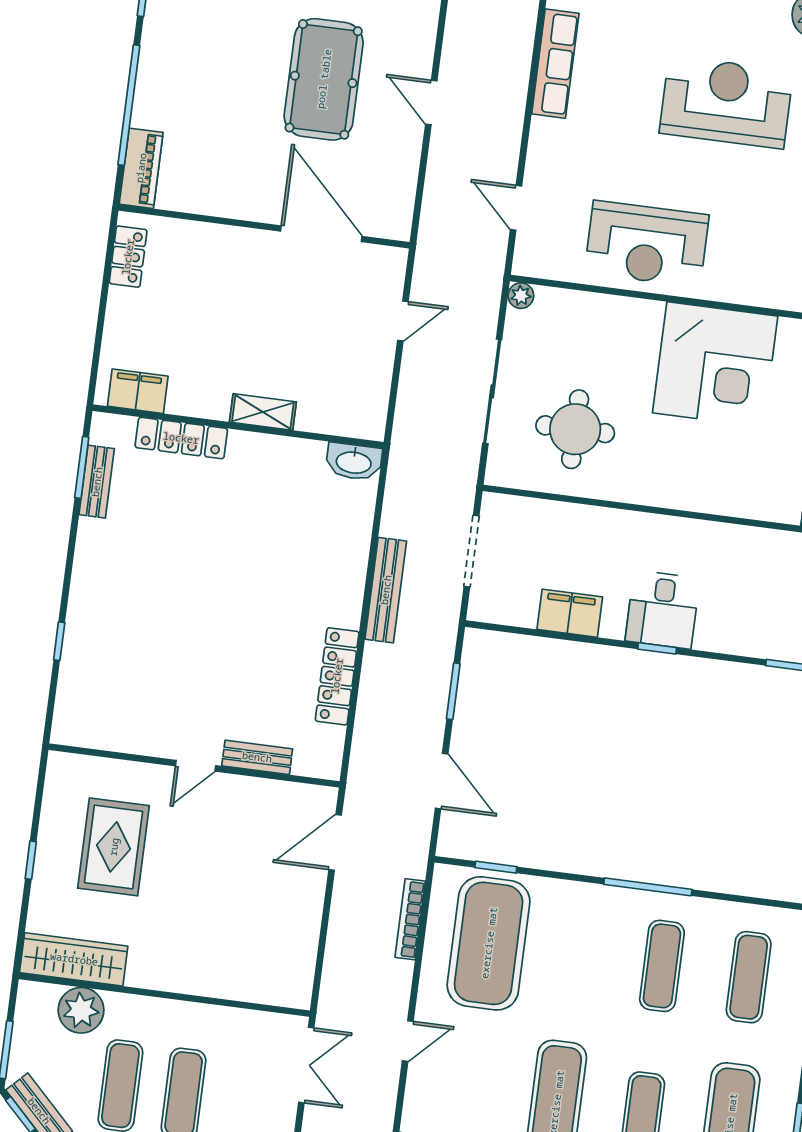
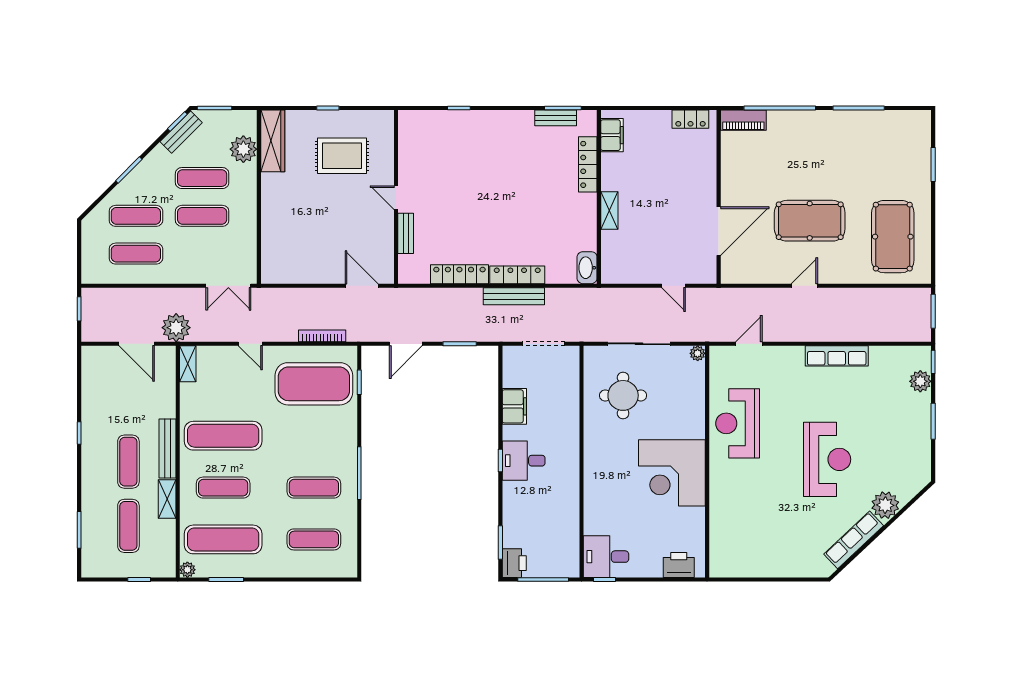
locker: (351, 580) -> (517, 275), added

